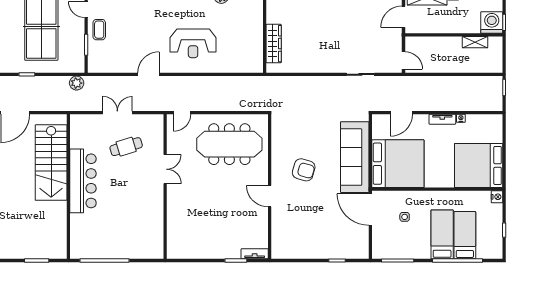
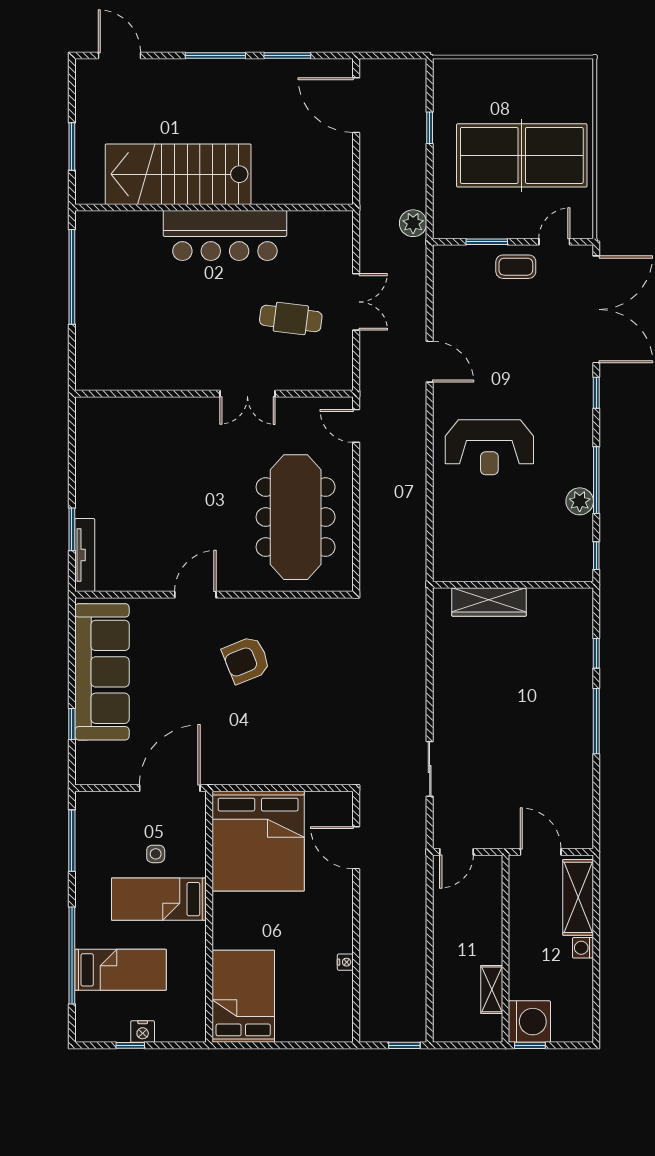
reception desk: (193, 43) -> (489, 447), turned -90
tv unit: (442, 119) -> (343, 927), removed
cafe table: (126, 147) -> (291, 318), turned -66
sofa: (355, 157) -> (102, 672), moved, turned 90
stairs: (51, 163) -> (178, 174), moved
bed: (479, 165) -> (243, 996), width x0.73
armchair: (304, 170) -> (246, 660), turned 52
nightstand: (497, 197) -> (143, 1032), moved
bed: (442, 234) -> (159, 899), moved, turned 180
tv unit: (255, 254) -> (85, 555), width x1.41

